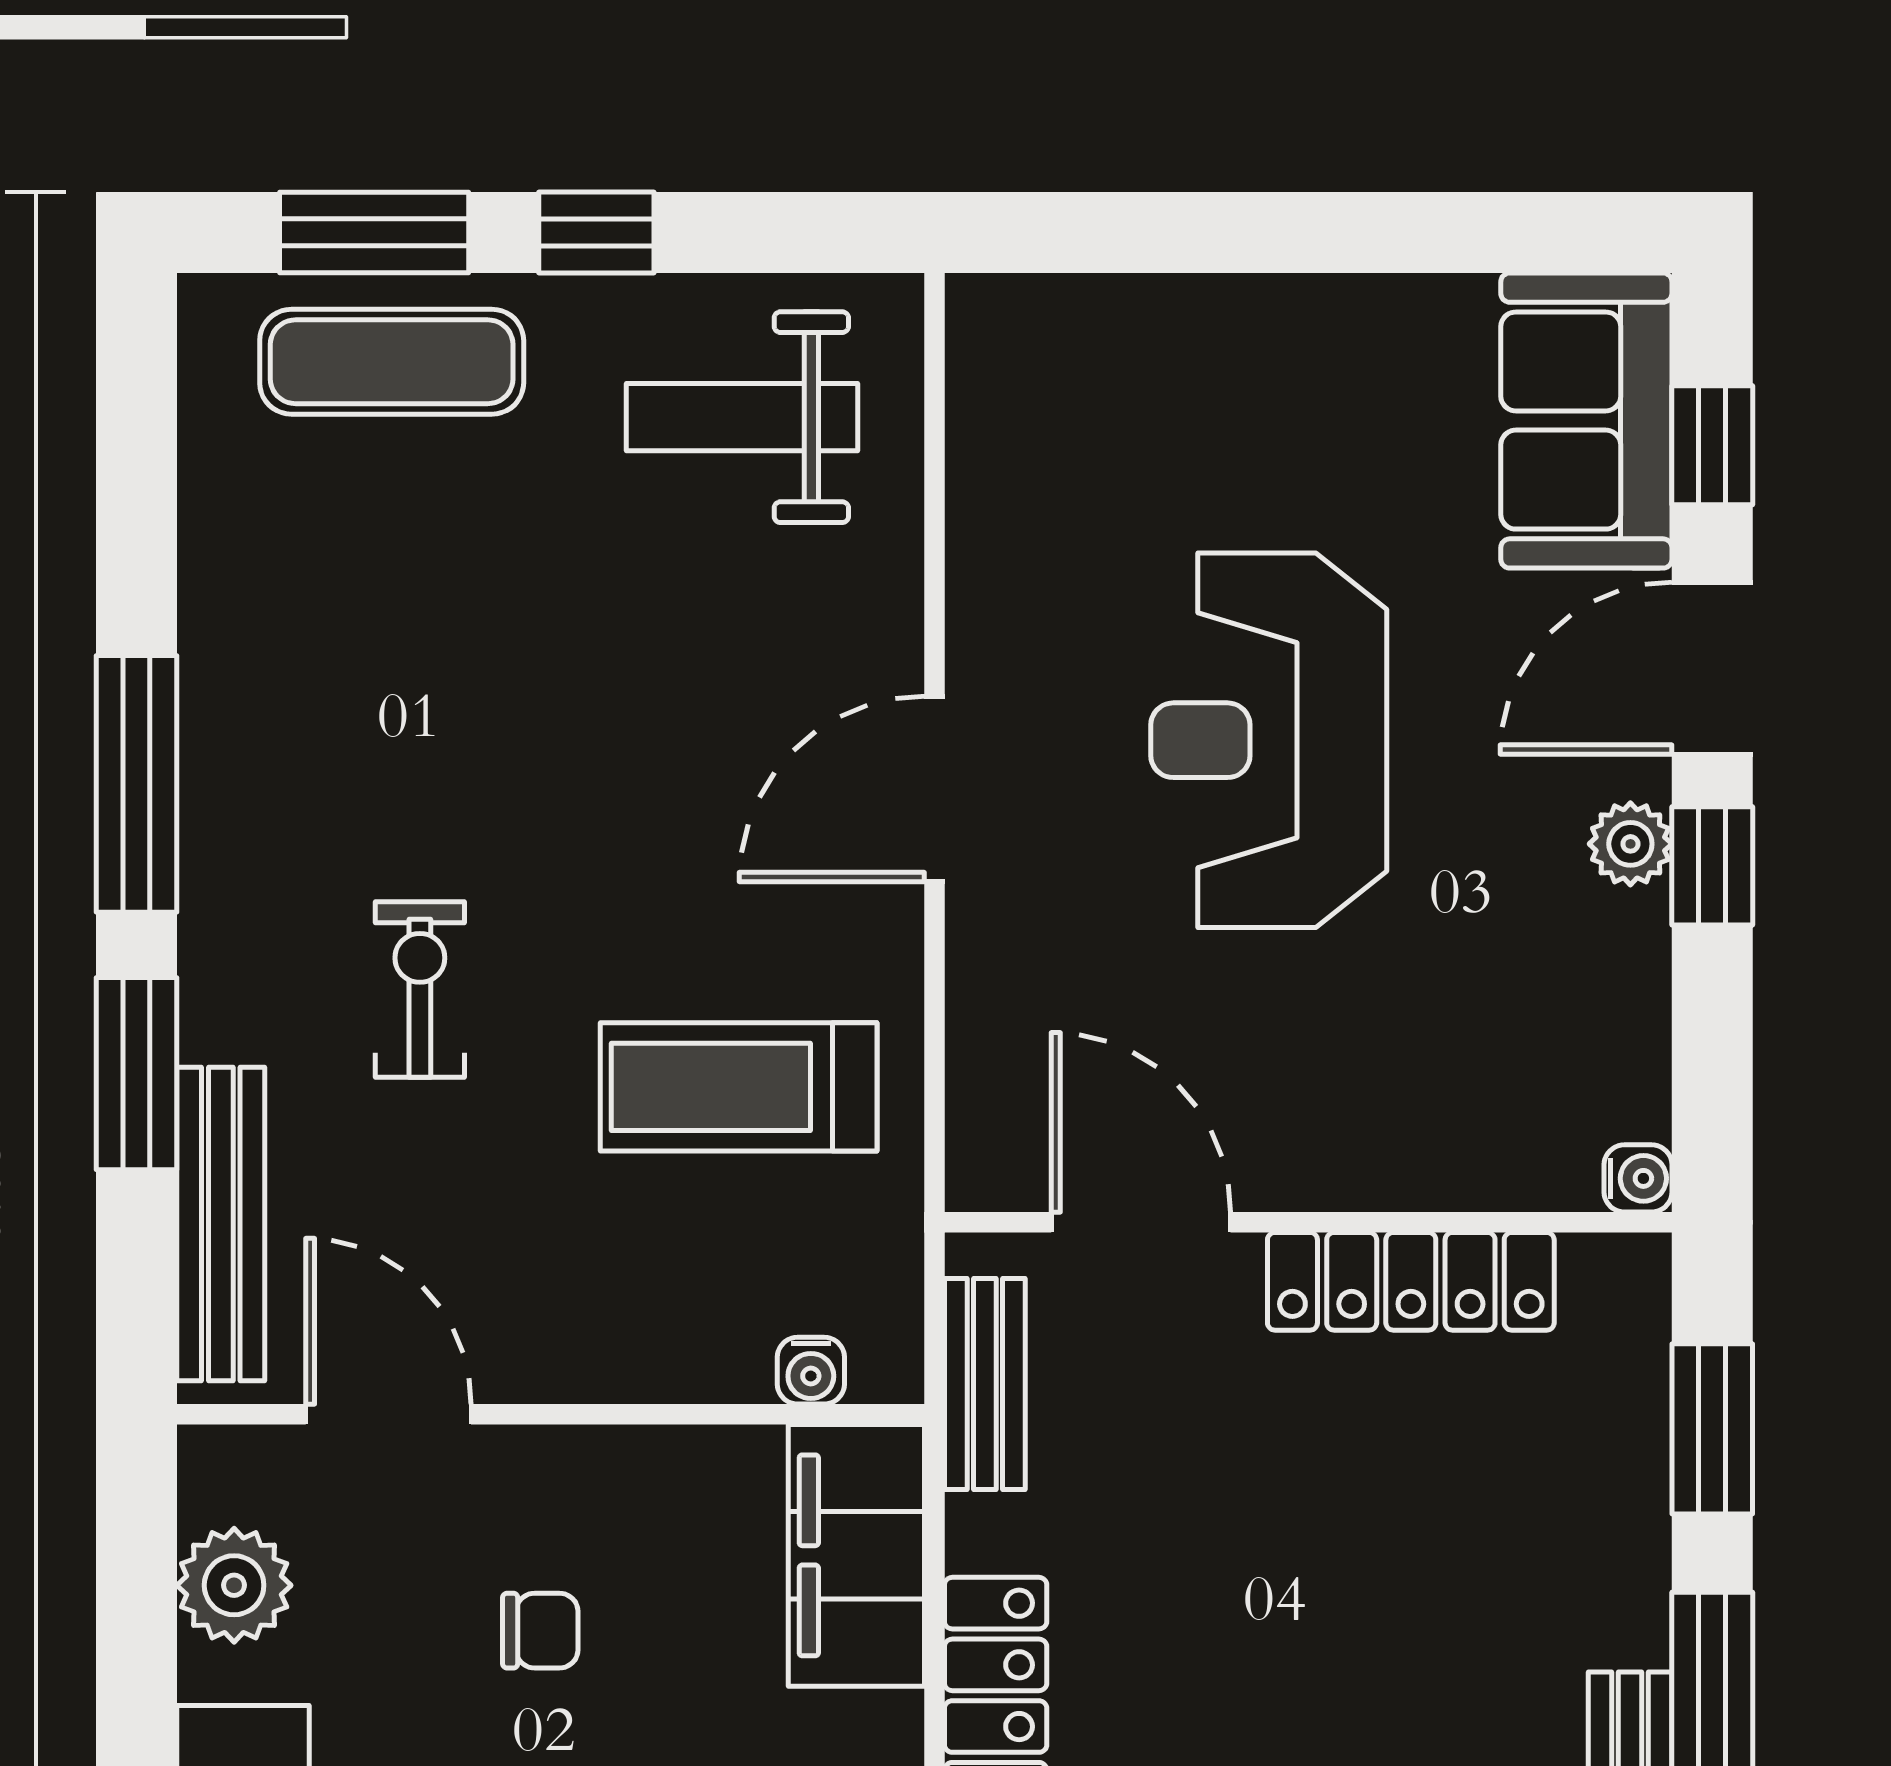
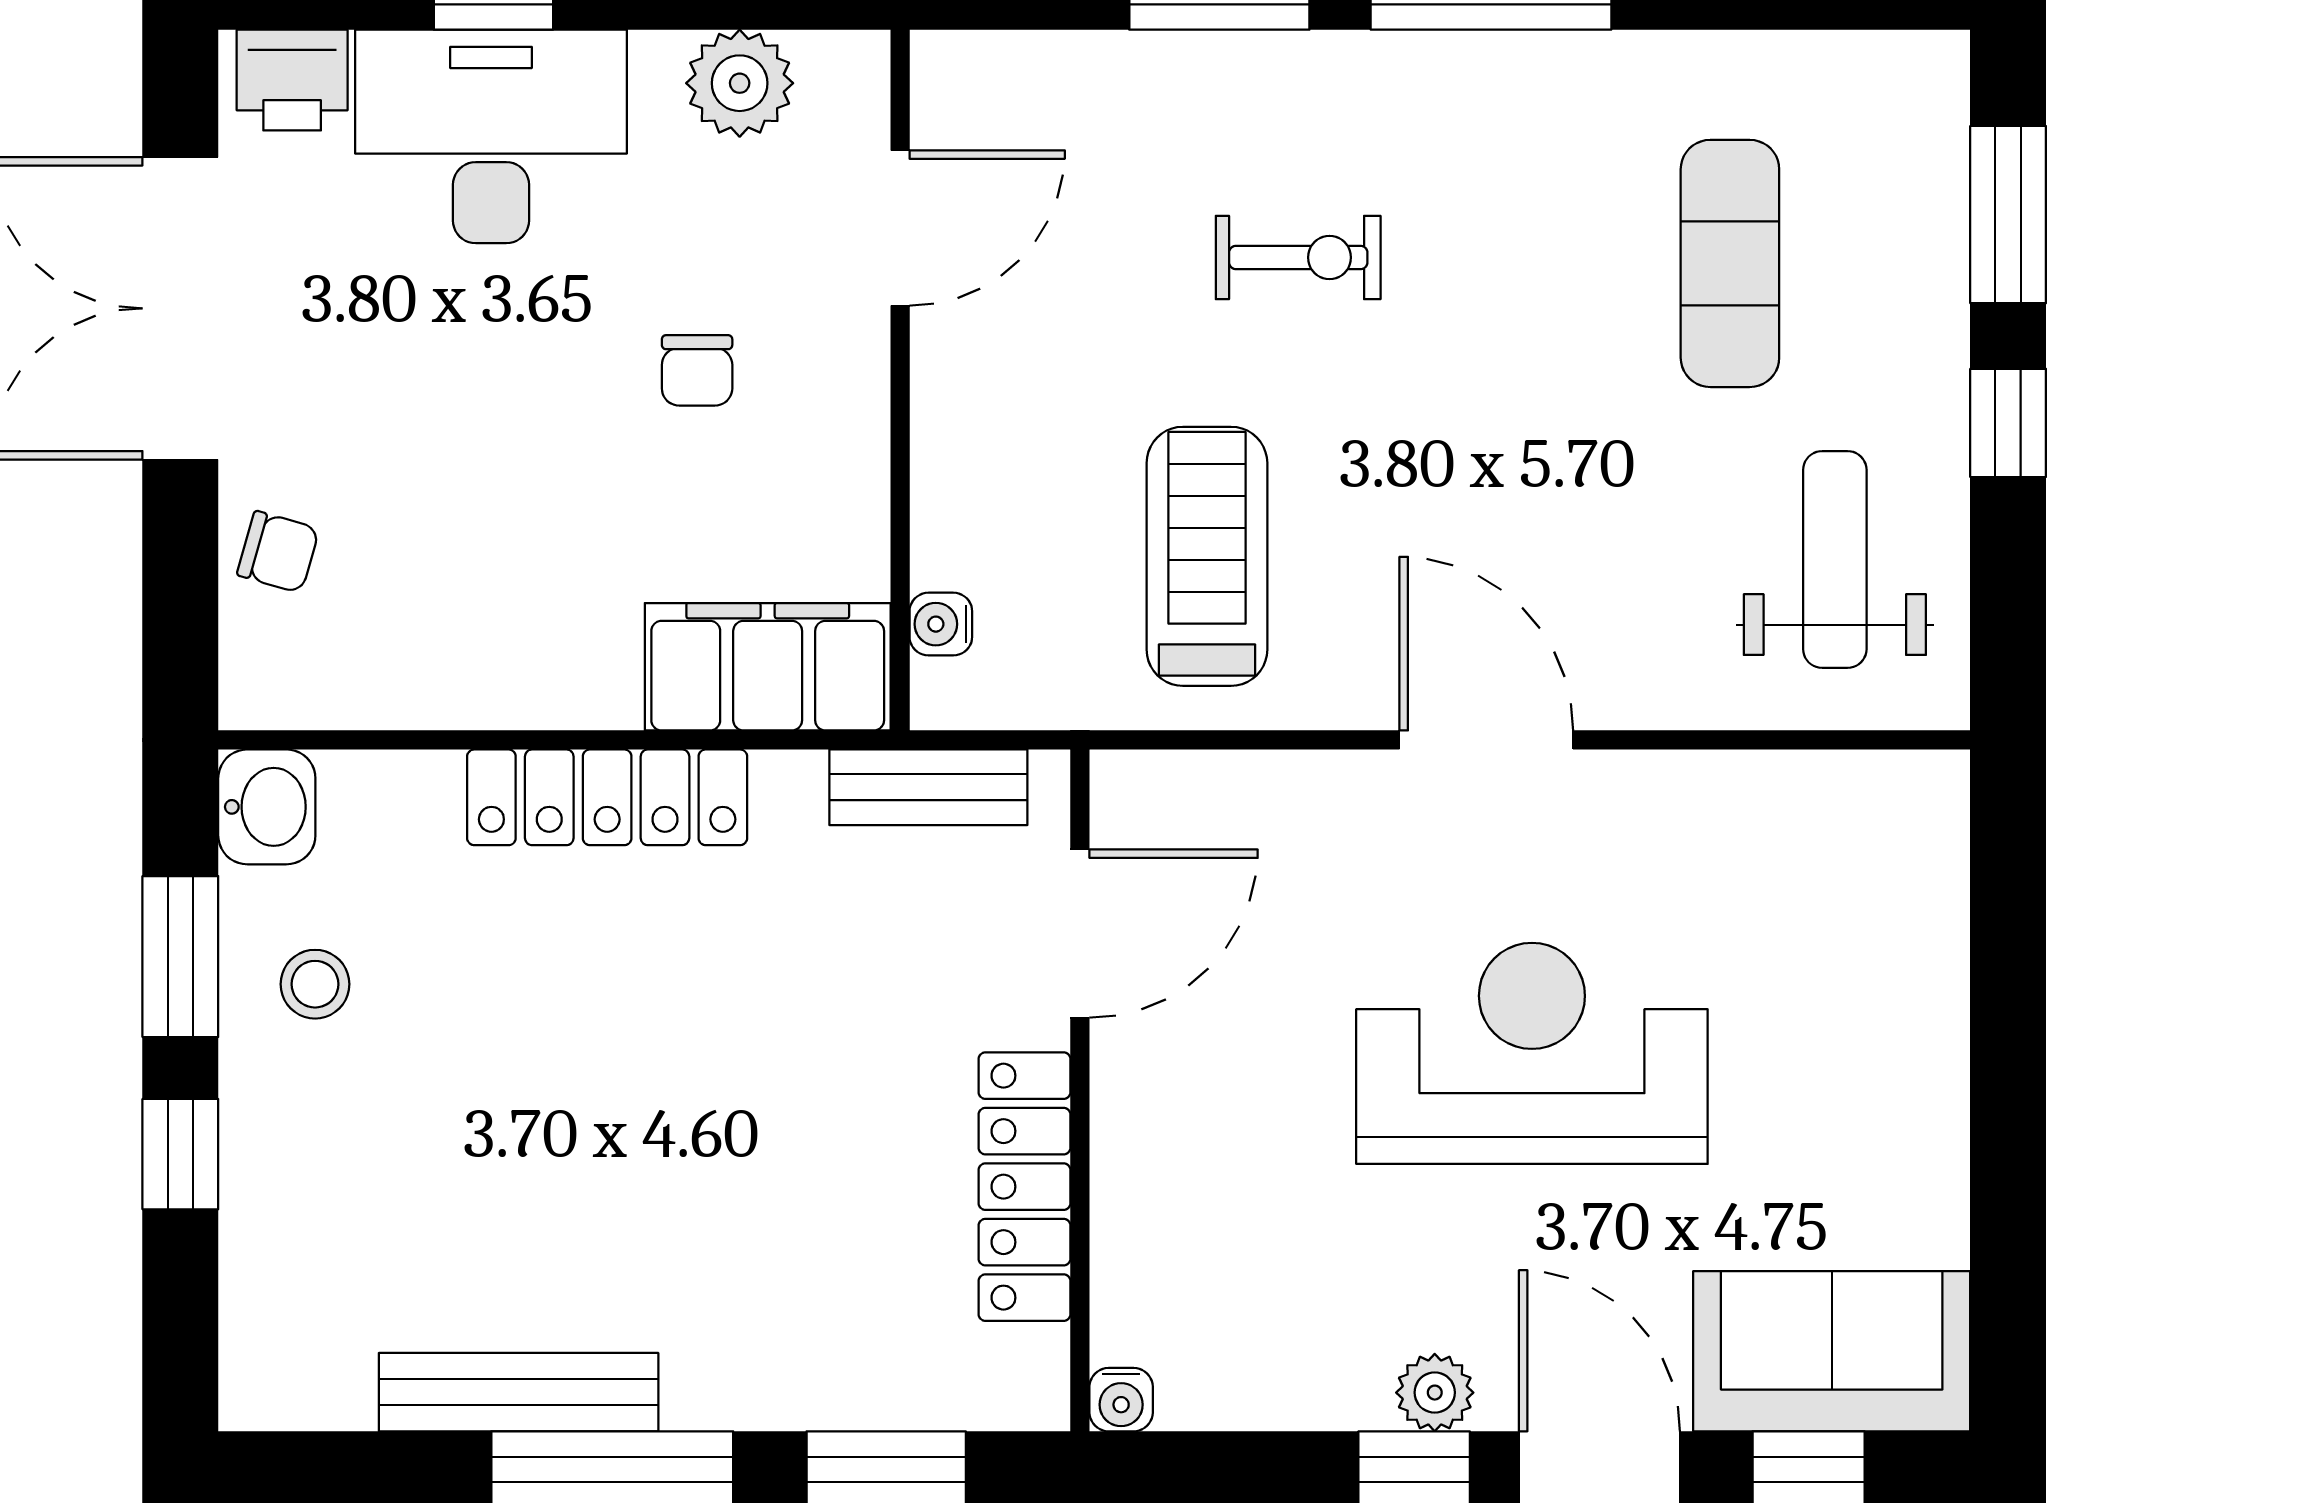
exercise mat: (392, 362) -> (1730, 263), moved
bench: (221, 1224) -> (1078, 71), removed

